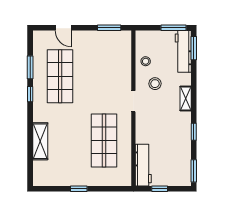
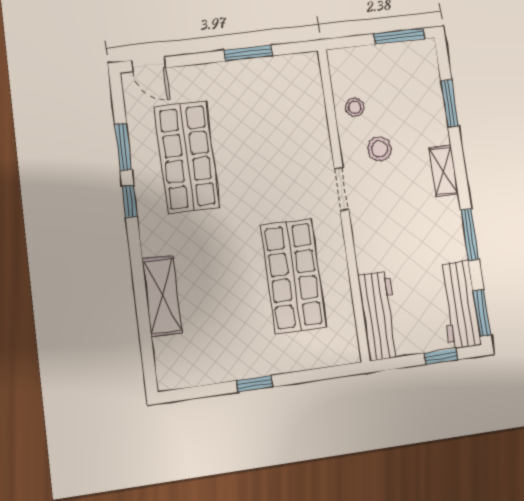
door: (63, 28) -> (149, 64), moved
window: (109, 28) -> (248, 53), moved
window: (194, 48) -> (450, 104), moved
workbench: (183, 51) -> (459, 304), moved
window: (194, 132) -> (470, 235), width x1.50
window: (160, 189) -> (441, 356), moved

